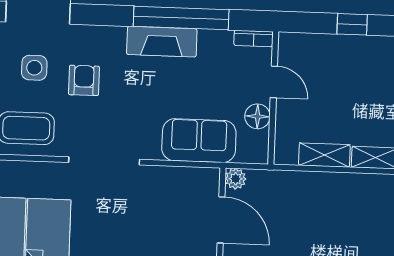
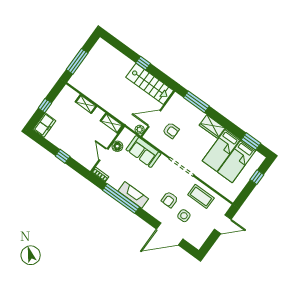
shelving: (324, 155) -> (112, 123), moved
armchair: (173, 218) -> (171, 130), added
door: (221, 220) -> (154, 119), hinge flipped

